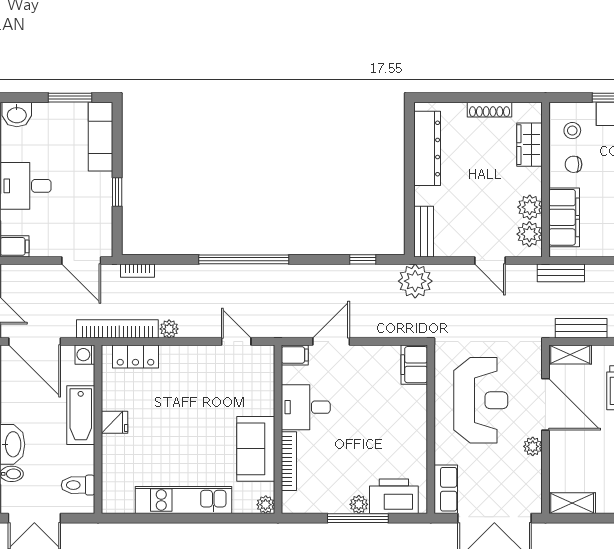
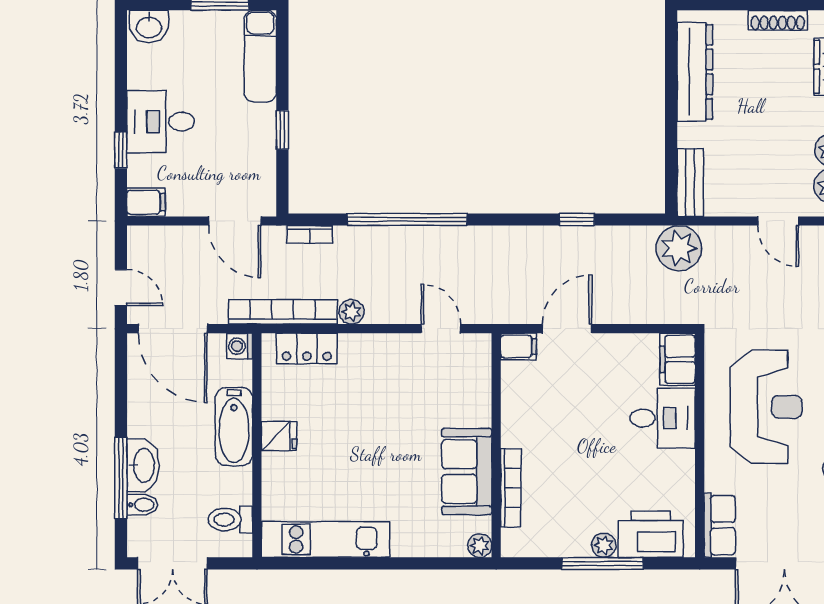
window: (244, 259) -> (407, 219), moved
window: (363, 259) -> (577, 219), moved
desk: (306, 407) -> (663, 418), moved, turned 180
kitchen unit: (183, 500) -> (325, 539), moved

